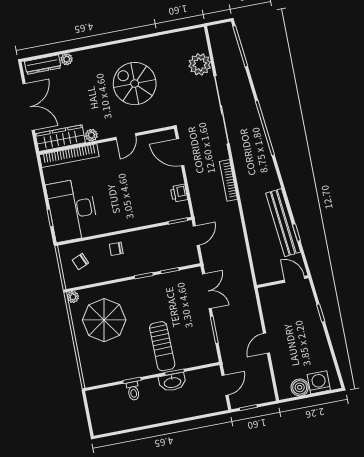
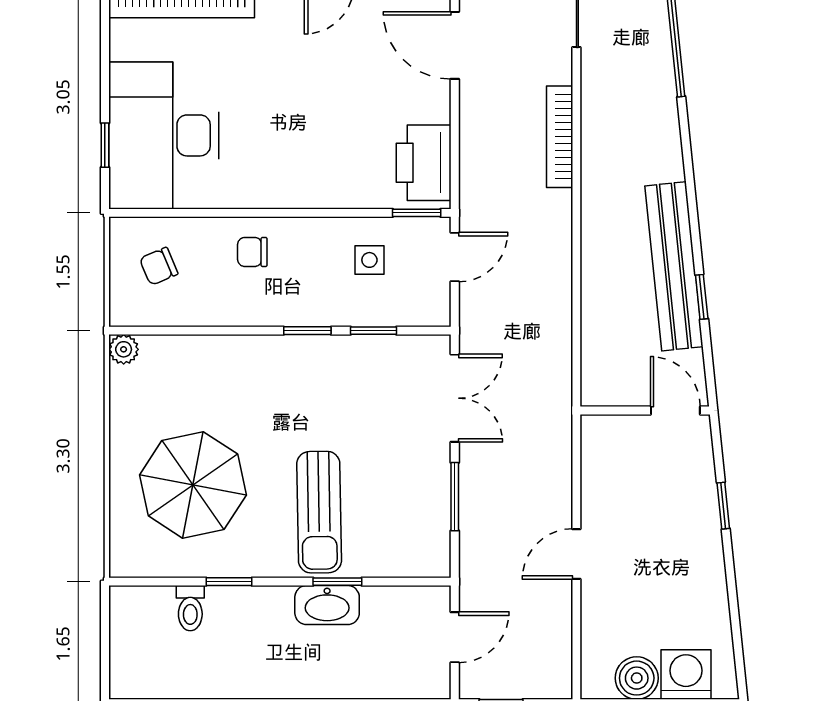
printer: (179, 193) -> (424, 163), width x1.87, depth x1.48
side table: (163, 243) -> (369, 260), added
parasol: (104, 320) -> (193, 485), moved
toilet: (133, 391) -> (190, 608), moved

